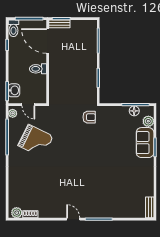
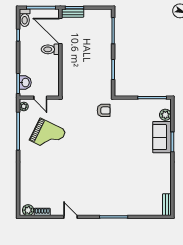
toilet: (38, 69) -> (50, 49), moved
floor lamp: (134, 111) -> (151, 104), removed
door: (73, 219) -> (71, 217), moved

